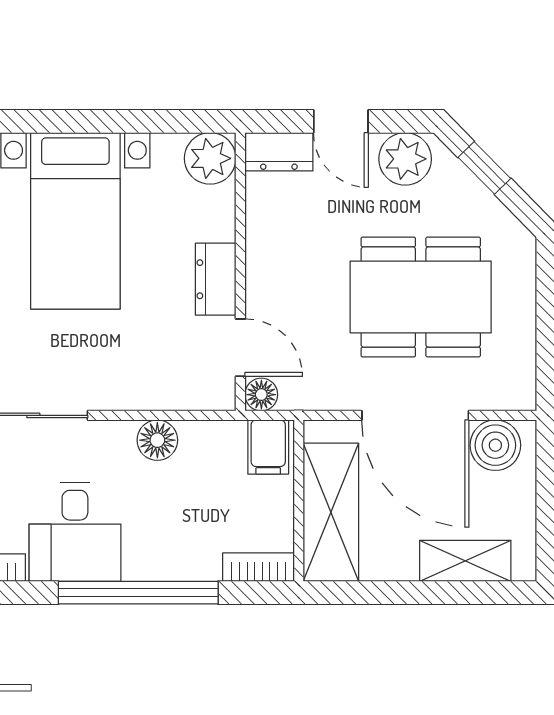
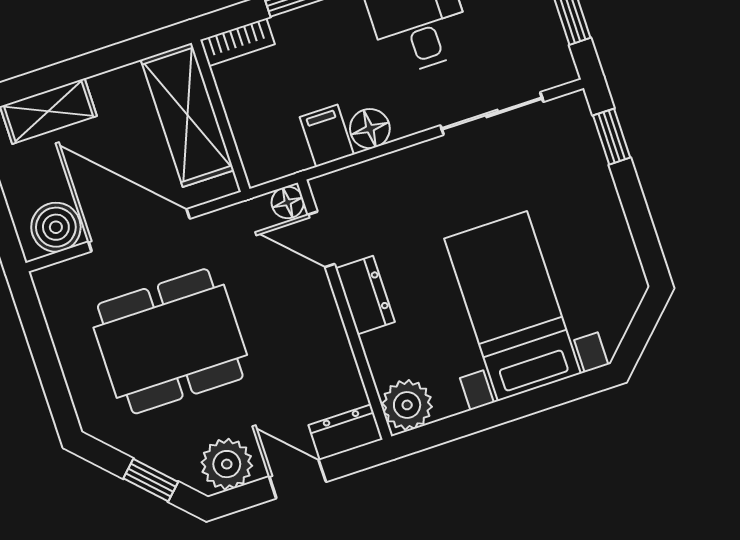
filing cabinet: (268, 447) -> (327, 136), moved

